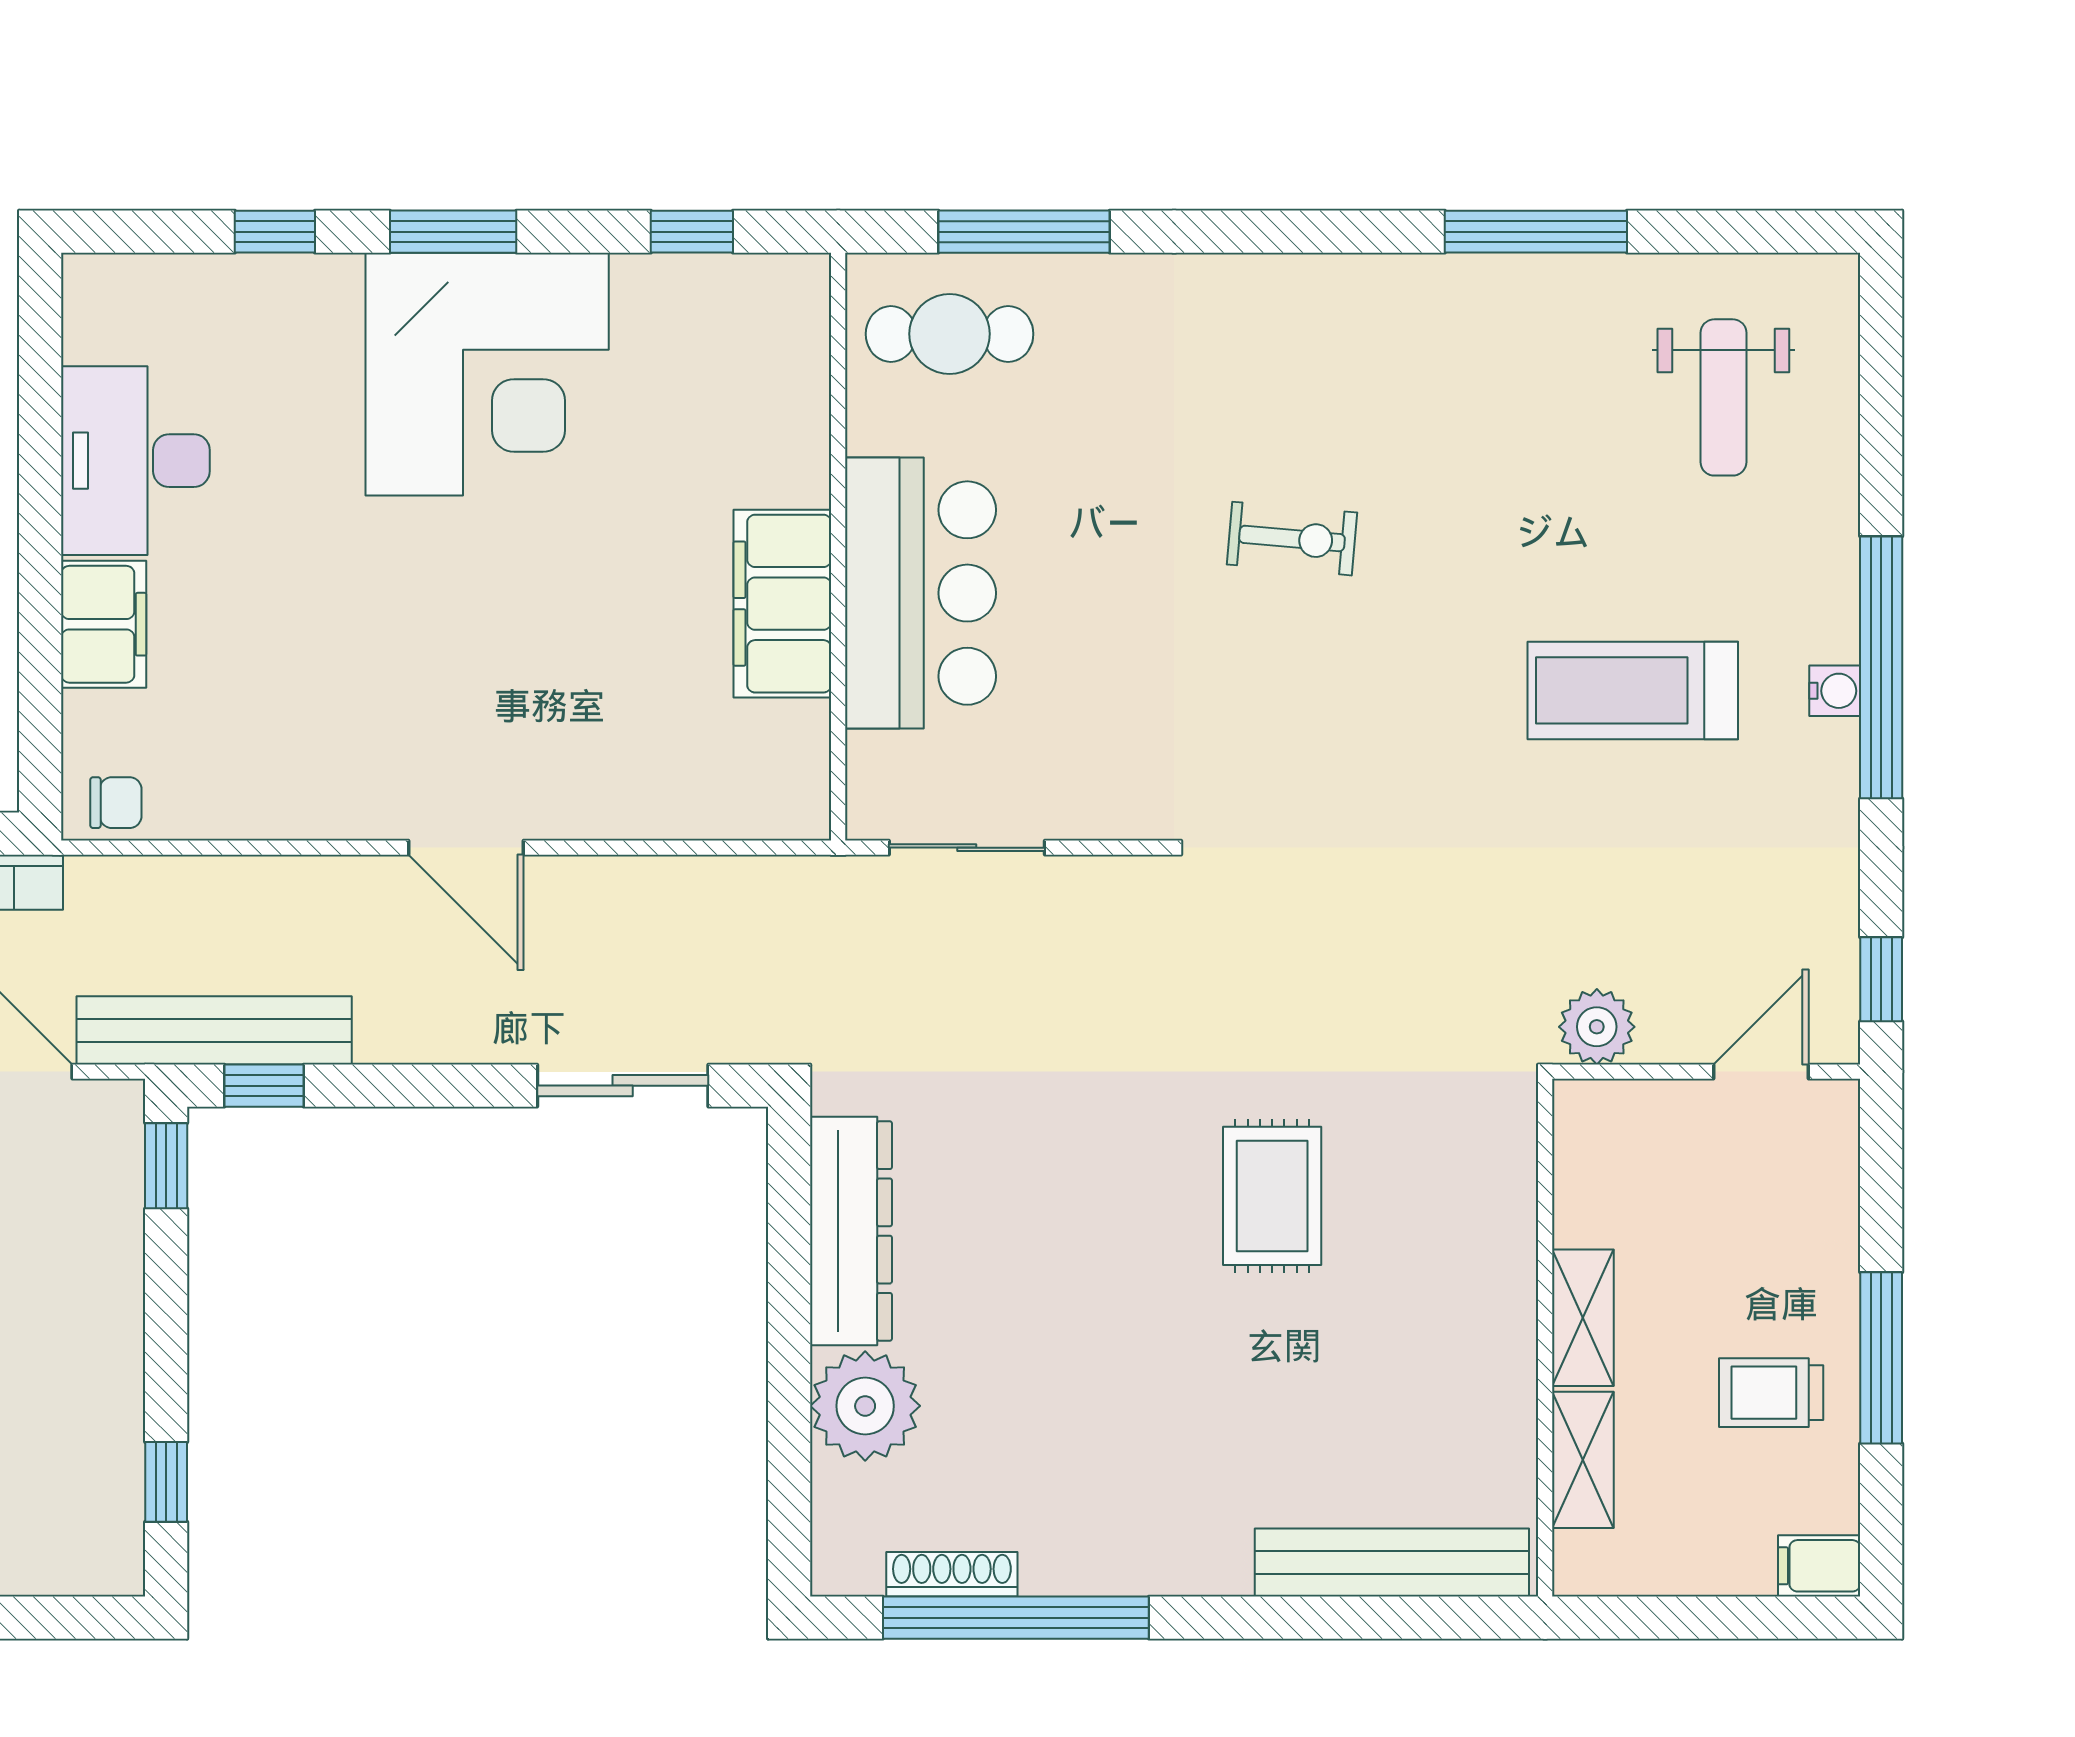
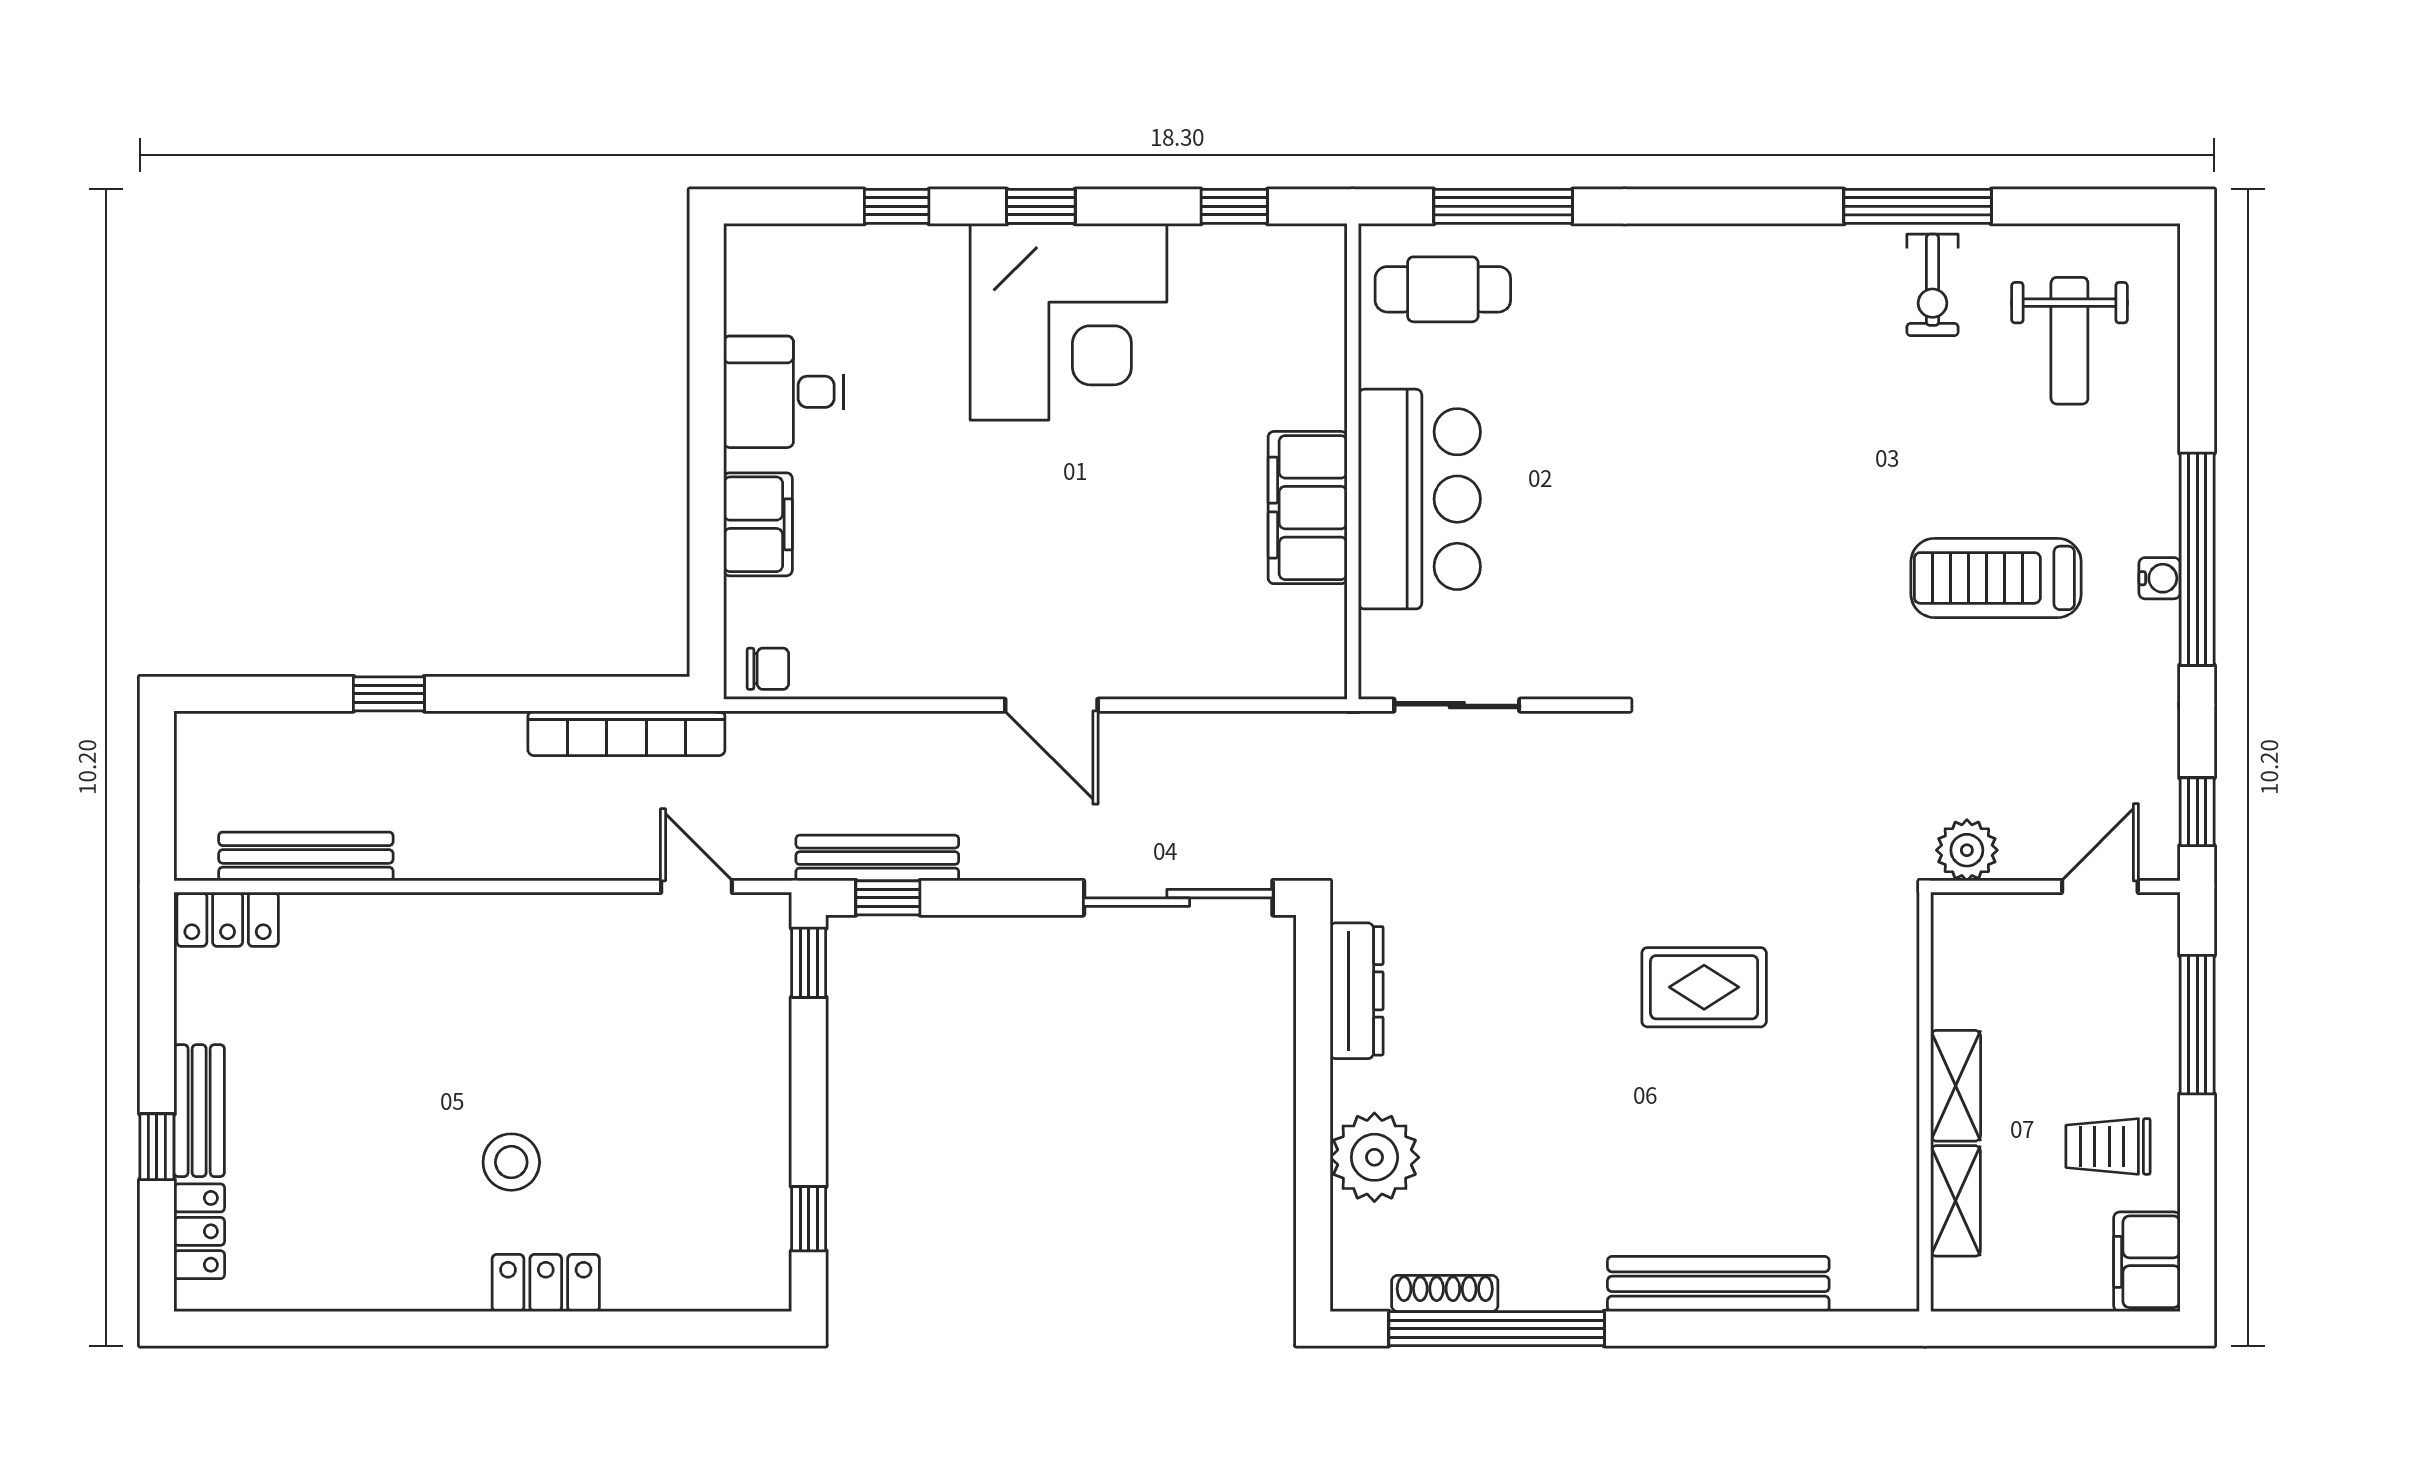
window: (453, 232) -> (1041, 206), width x0.67
desk: (135, 461) -> (784, 392), width x0.73
exercise bike: (1292, 539) -> (1932, 285), moved, turned 85
bench: (214, 1030) -> (877, 858), width x0.73, depth x0.82
sliding door: (623, 1086) -> (1178, 898), width x1.37
rug: (1272, 1196) -> (1704, 987), turned 90
dresser: (851, 1231) -> (1357, 991), width x0.73, depth x0.80
window: (1881, 1358) -> (2197, 1025), moved
bench: (1392, 1562) -> (1718, 1284), moved
filing cabinet: (1819, 1566) -> (2147, 1262), width x2.00

